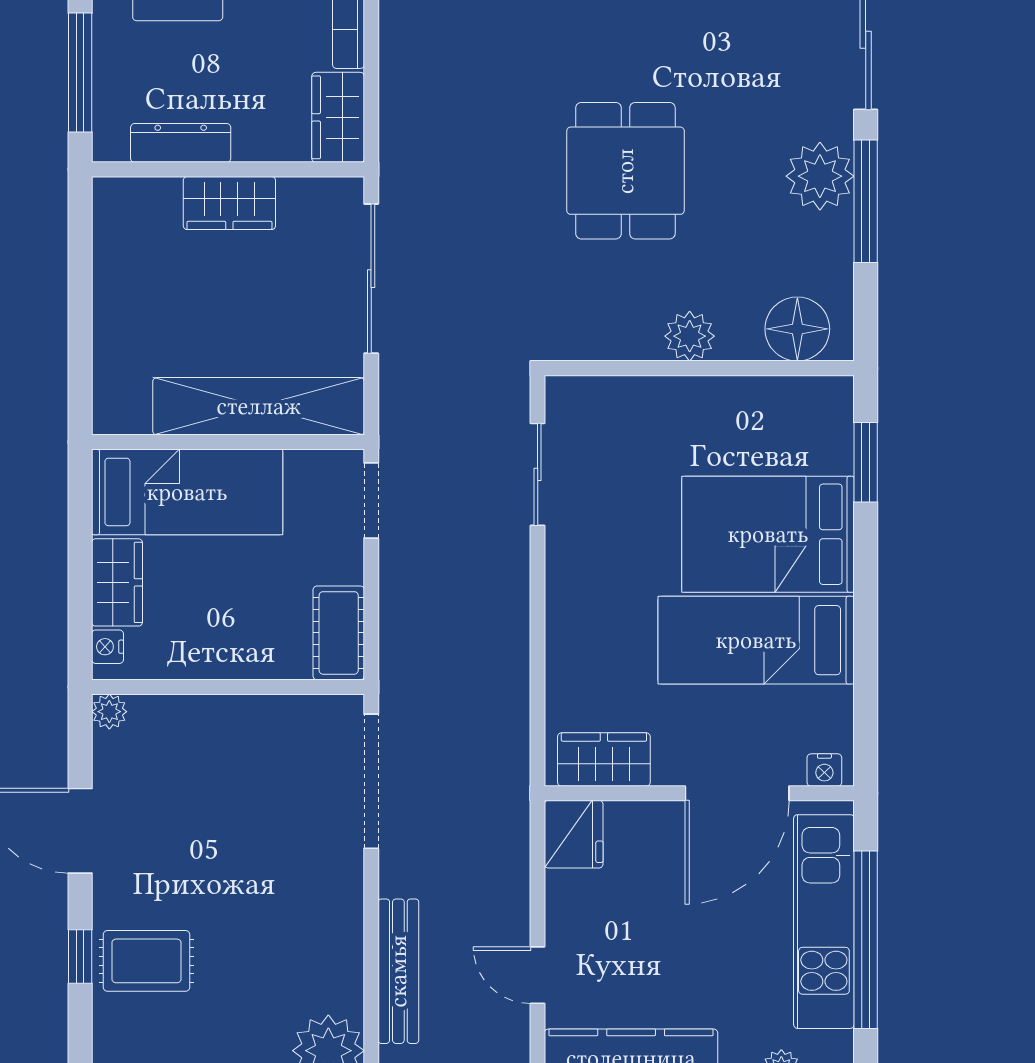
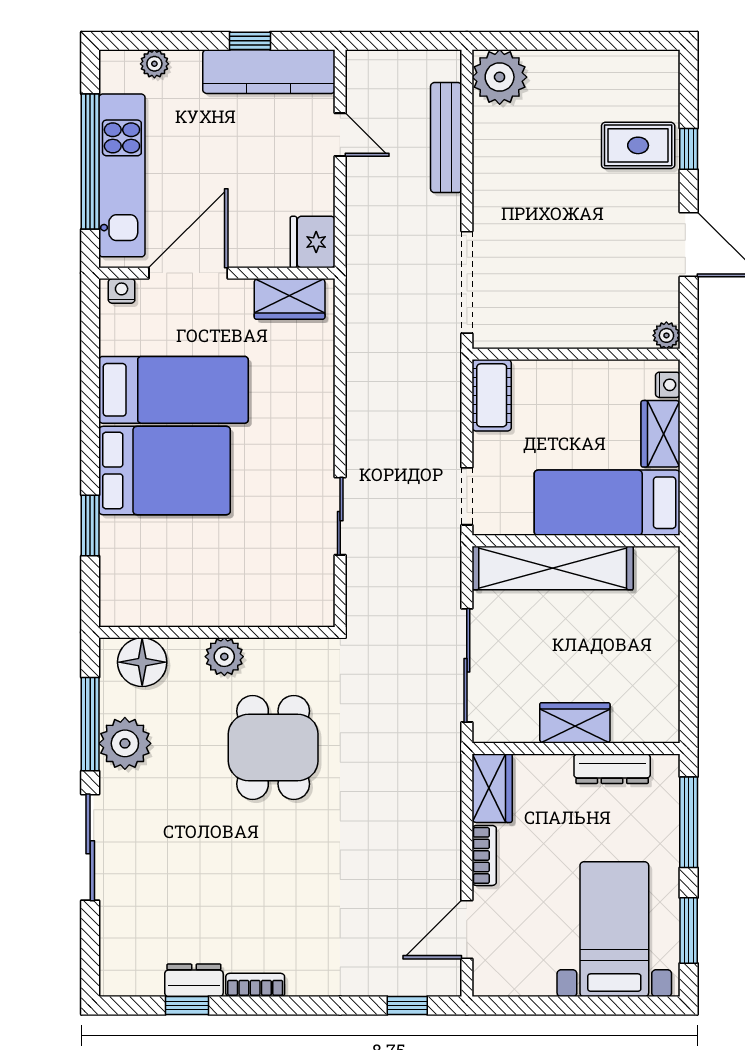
floor lamp: (797, 329) -> (142, 662), moved
plant: (690, 336) -> (224, 657), moved
wall: (699, 368) -> (217, 632), moved

